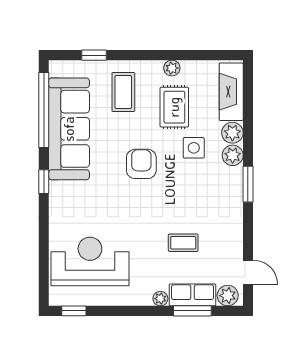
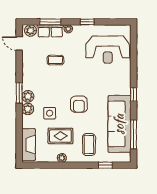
rug: (174, 107) -> (60, 136), turned 90
window: (44, 110) -> (134, 134), width x0.68
plant: (232, 133) -> (28, 96), moved
window: (74, 311) -> (87, 22), moved

